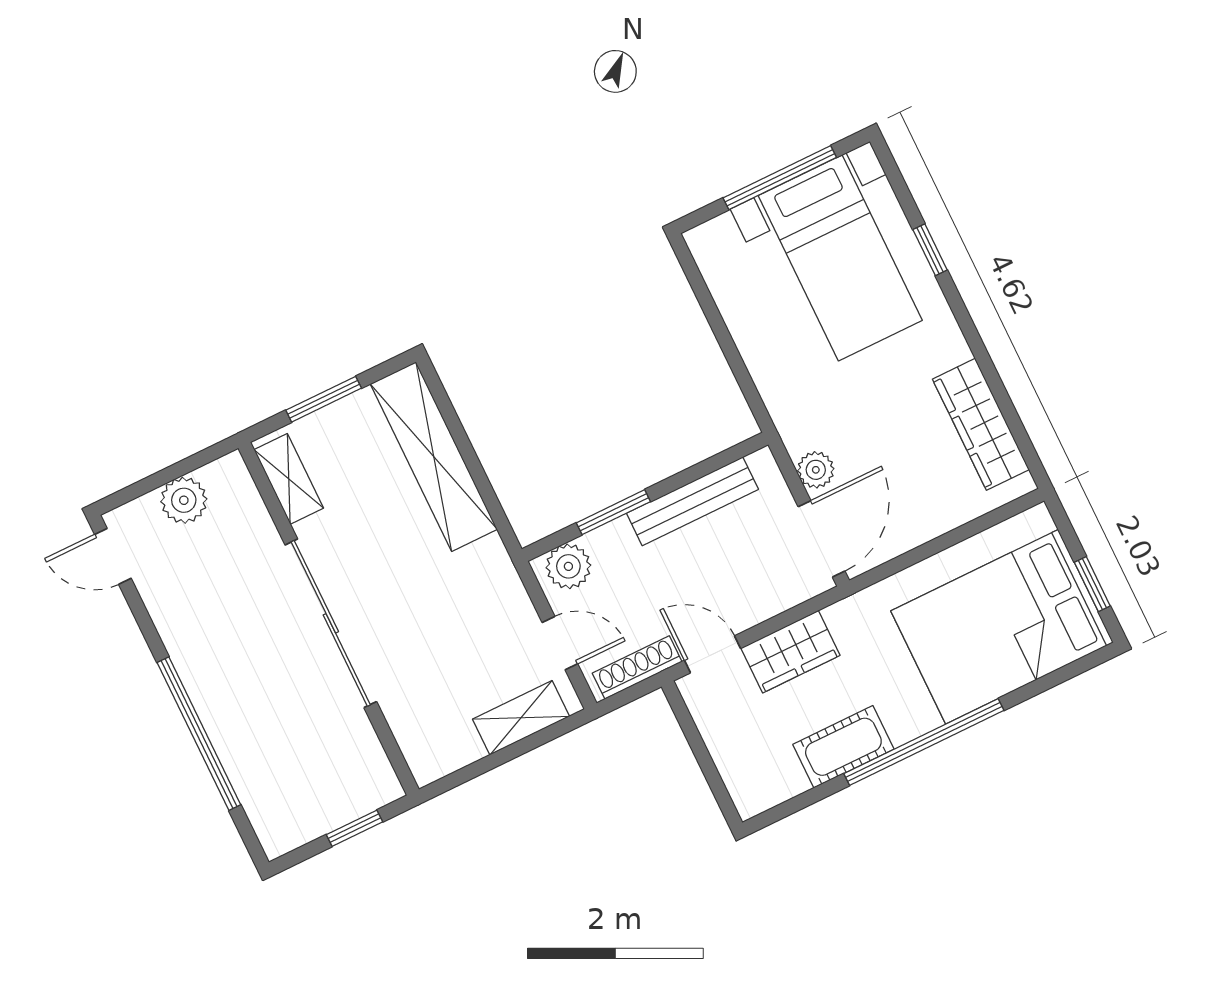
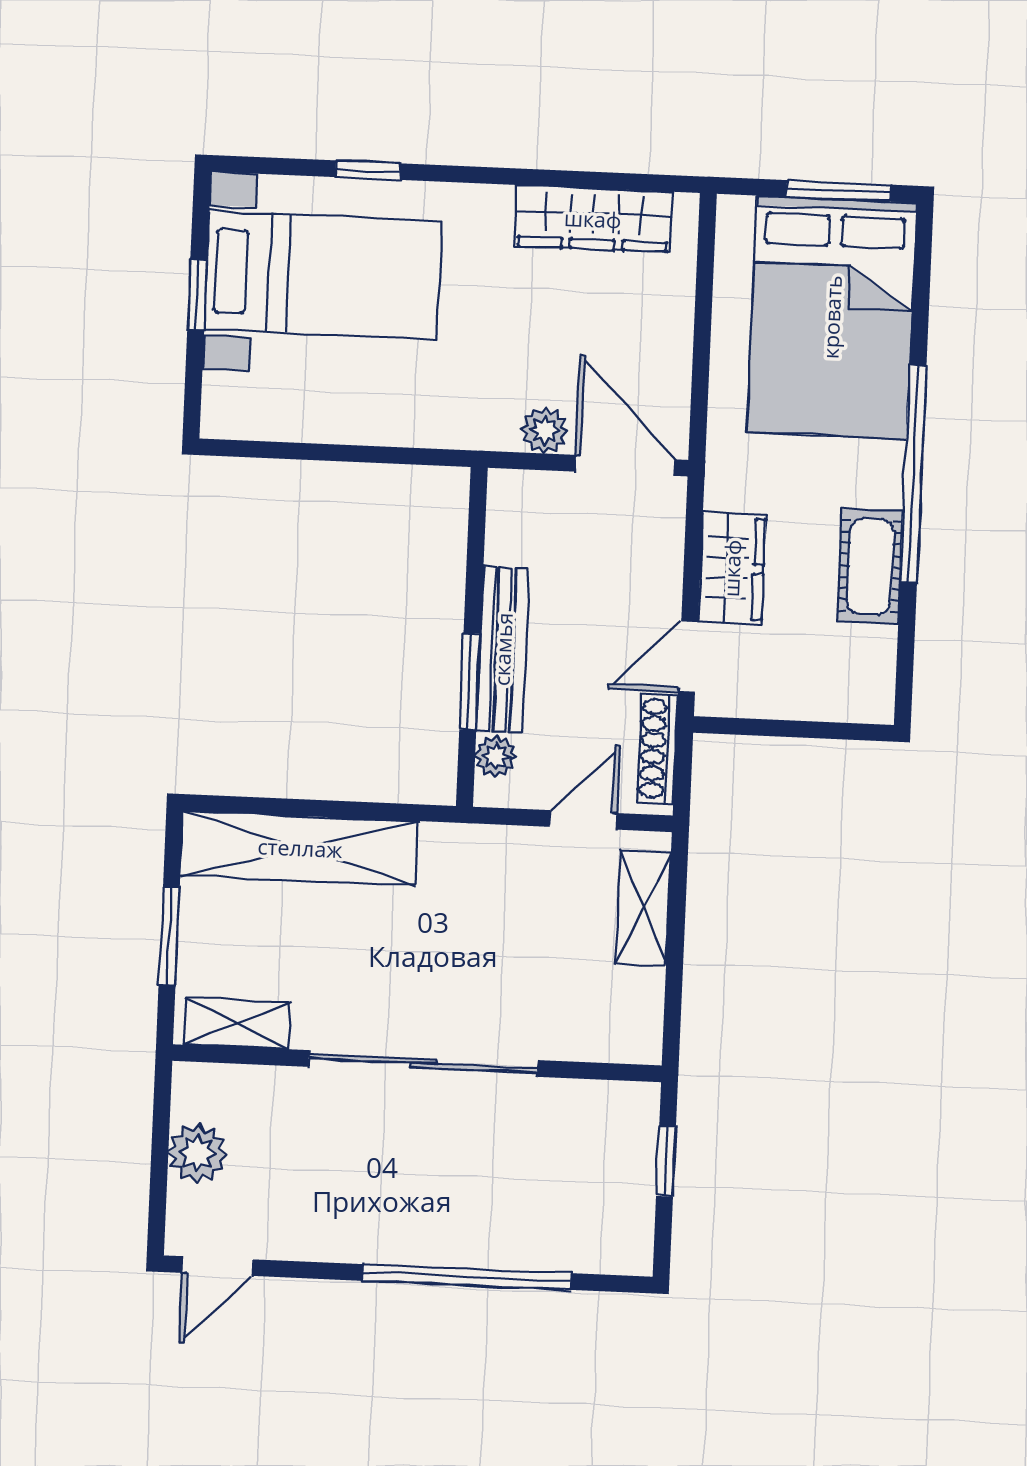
window: (780, 178) -> (197, 294), width x0.46
bench: (692, 501) -> (503, 649), moved
plant: (568, 566) -> (496, 756), width x0.73, depth x0.73
window: (1092, 584) -> (839, 191), width x1.50

